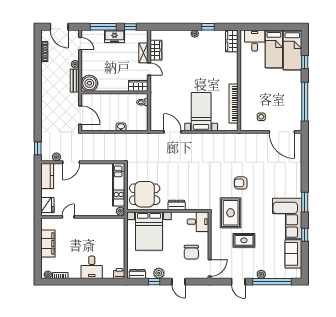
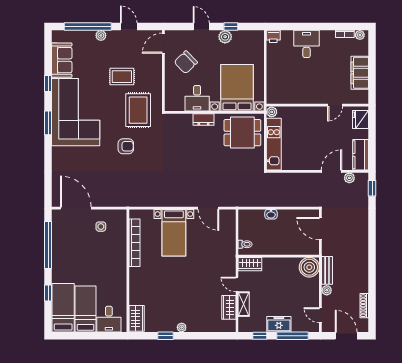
corner sofa: (287, 218) -> (76, 112), width x1.36, depth x1.36
desk: (198, 222) -> (197, 98), moved, turned -90
chair: (191, 252) -> (186, 62), turned -134
dresser: (137, 274) -> (251, 36), removed

